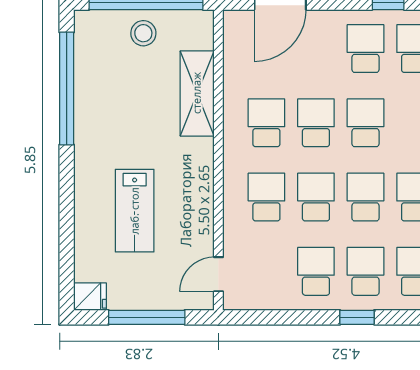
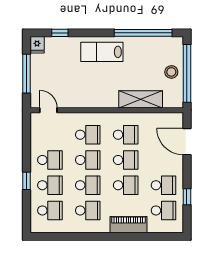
lab bench: (135, 211) -> (102, 52), moved
window: (67, 252) -> (60, 33), added

